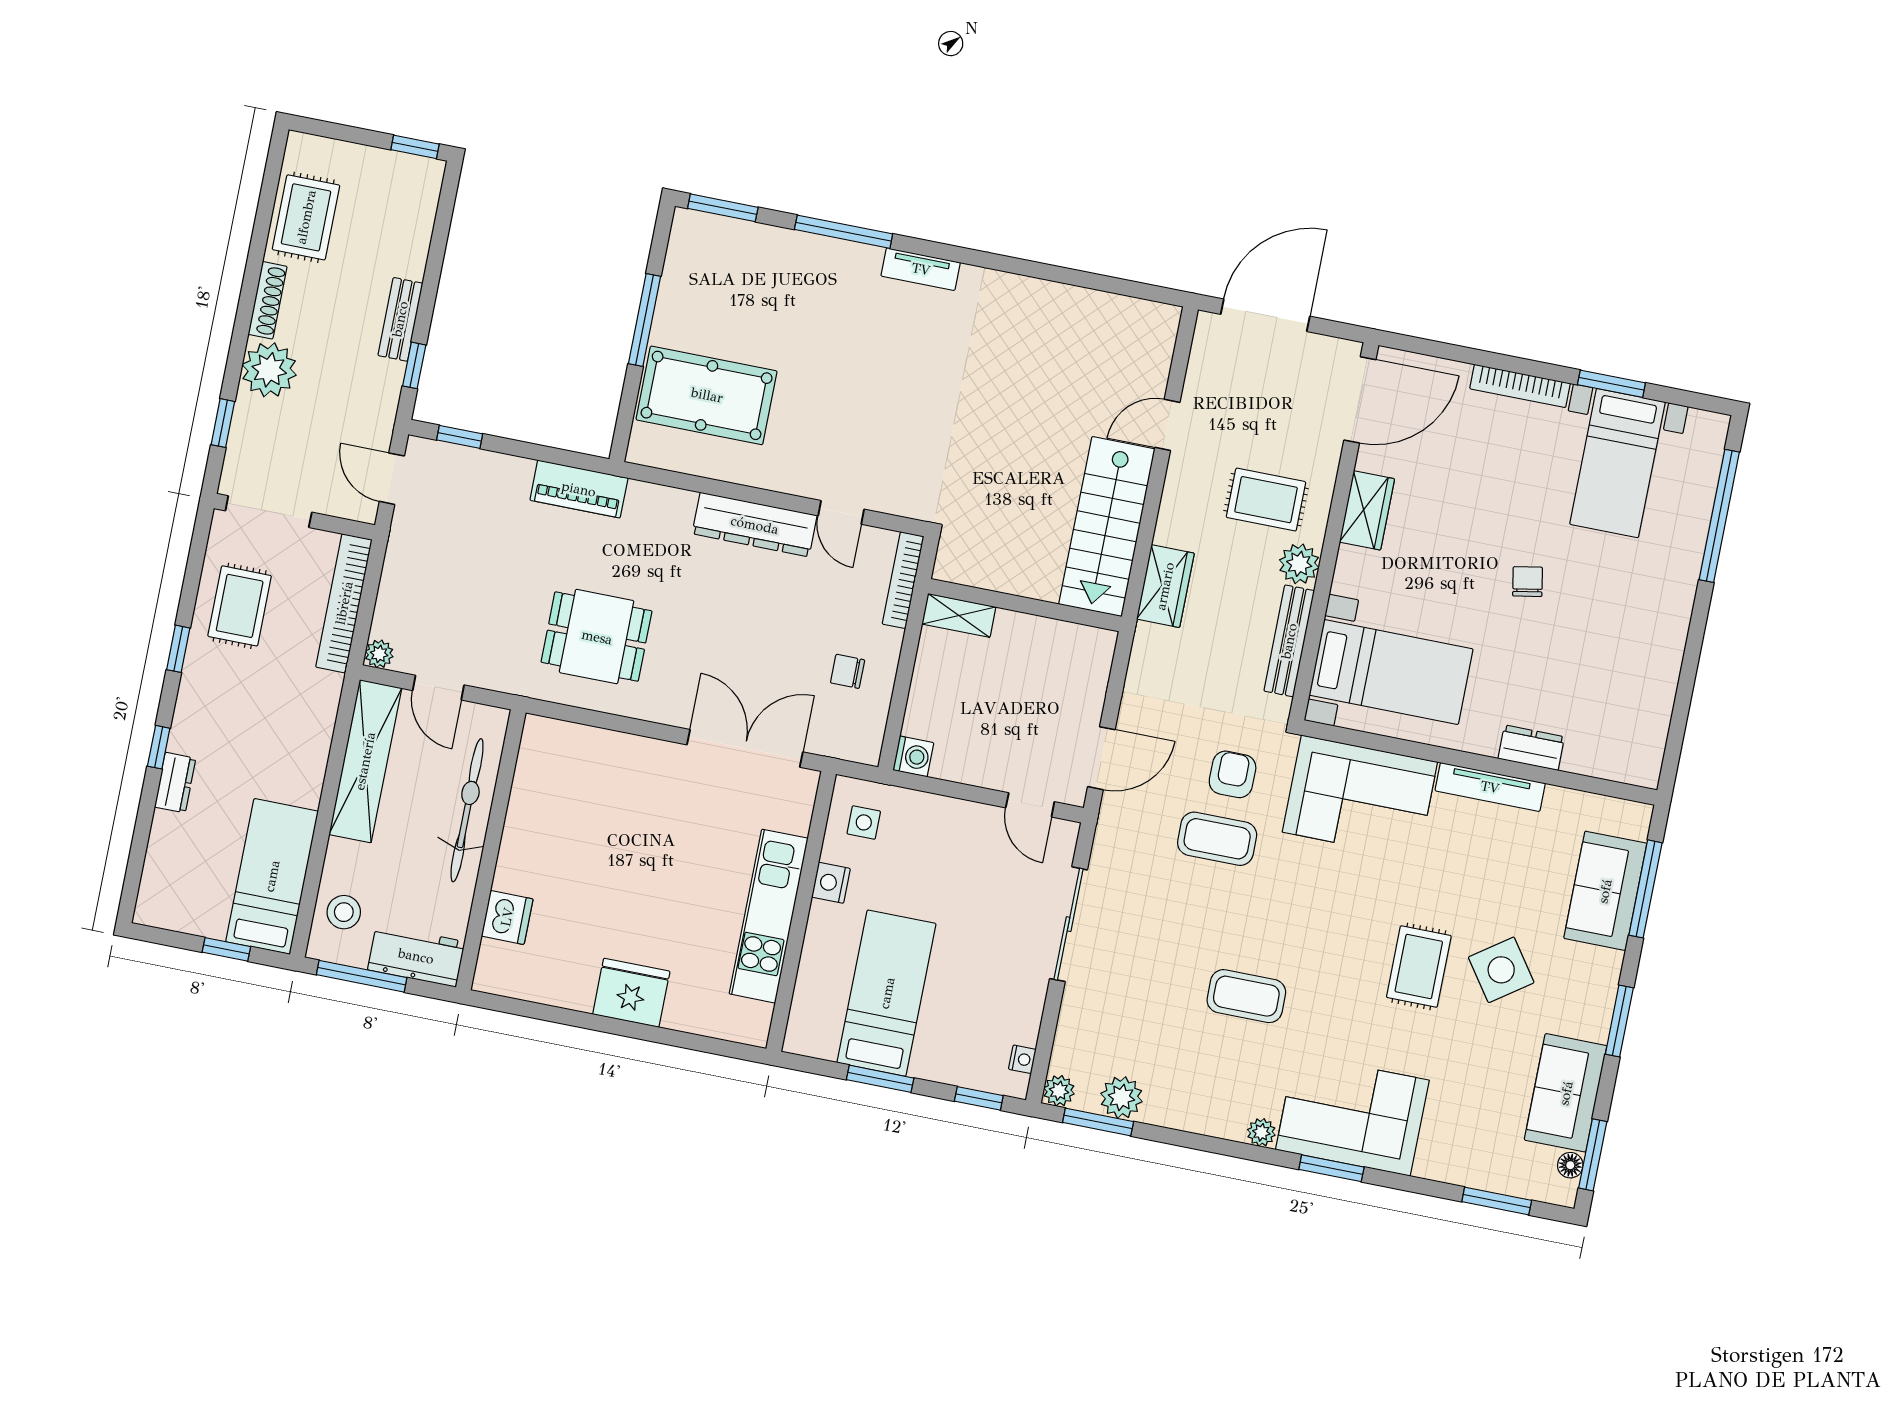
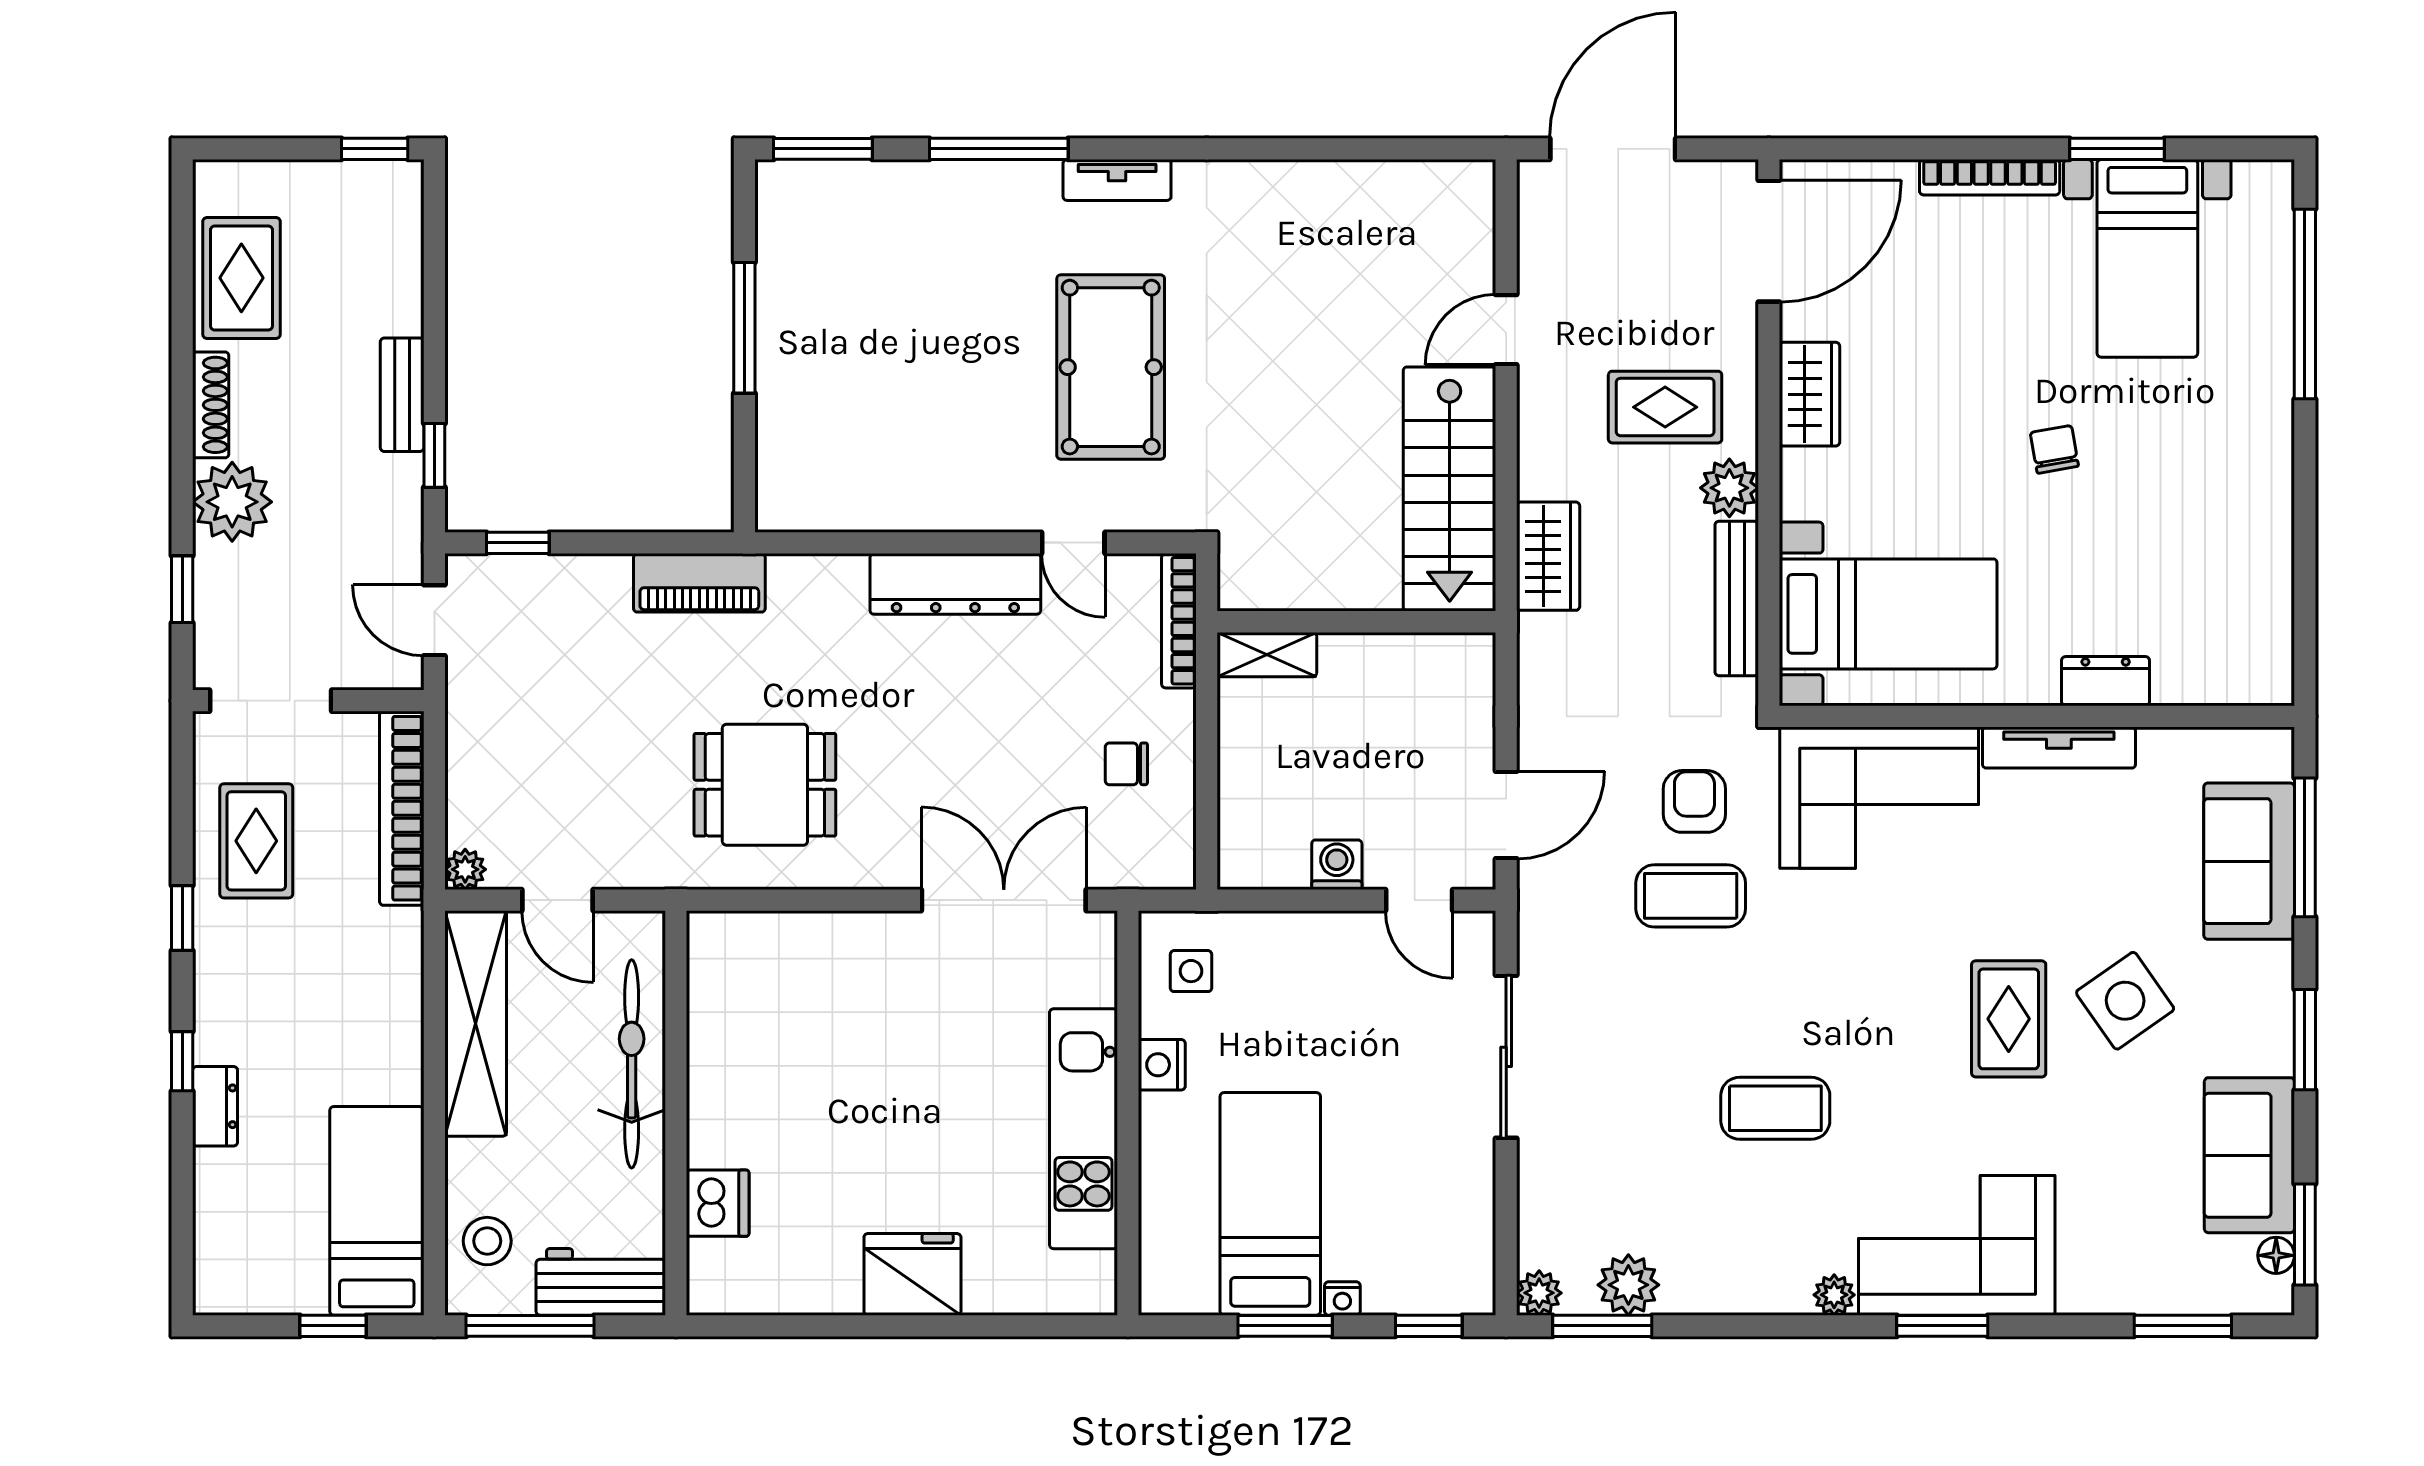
pool table: (707, 395) -> (1111, 367), moved, turned 90
washing machine: (913, 756) -> (1337, 865), moved, turned -90
nightstand: (1022, 1059) -> (1342, 1298), moved, turned 90

